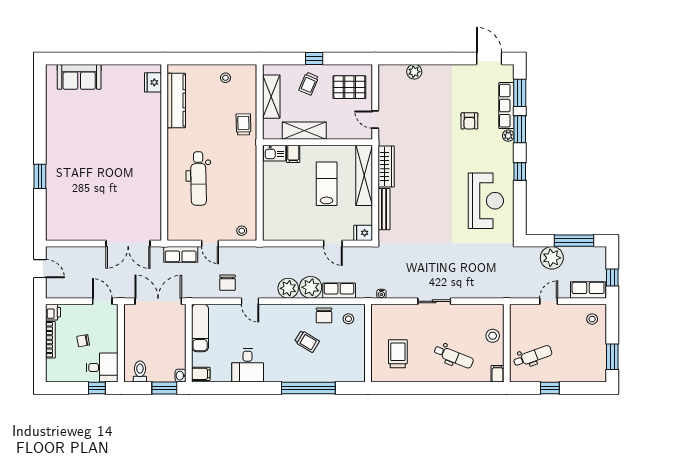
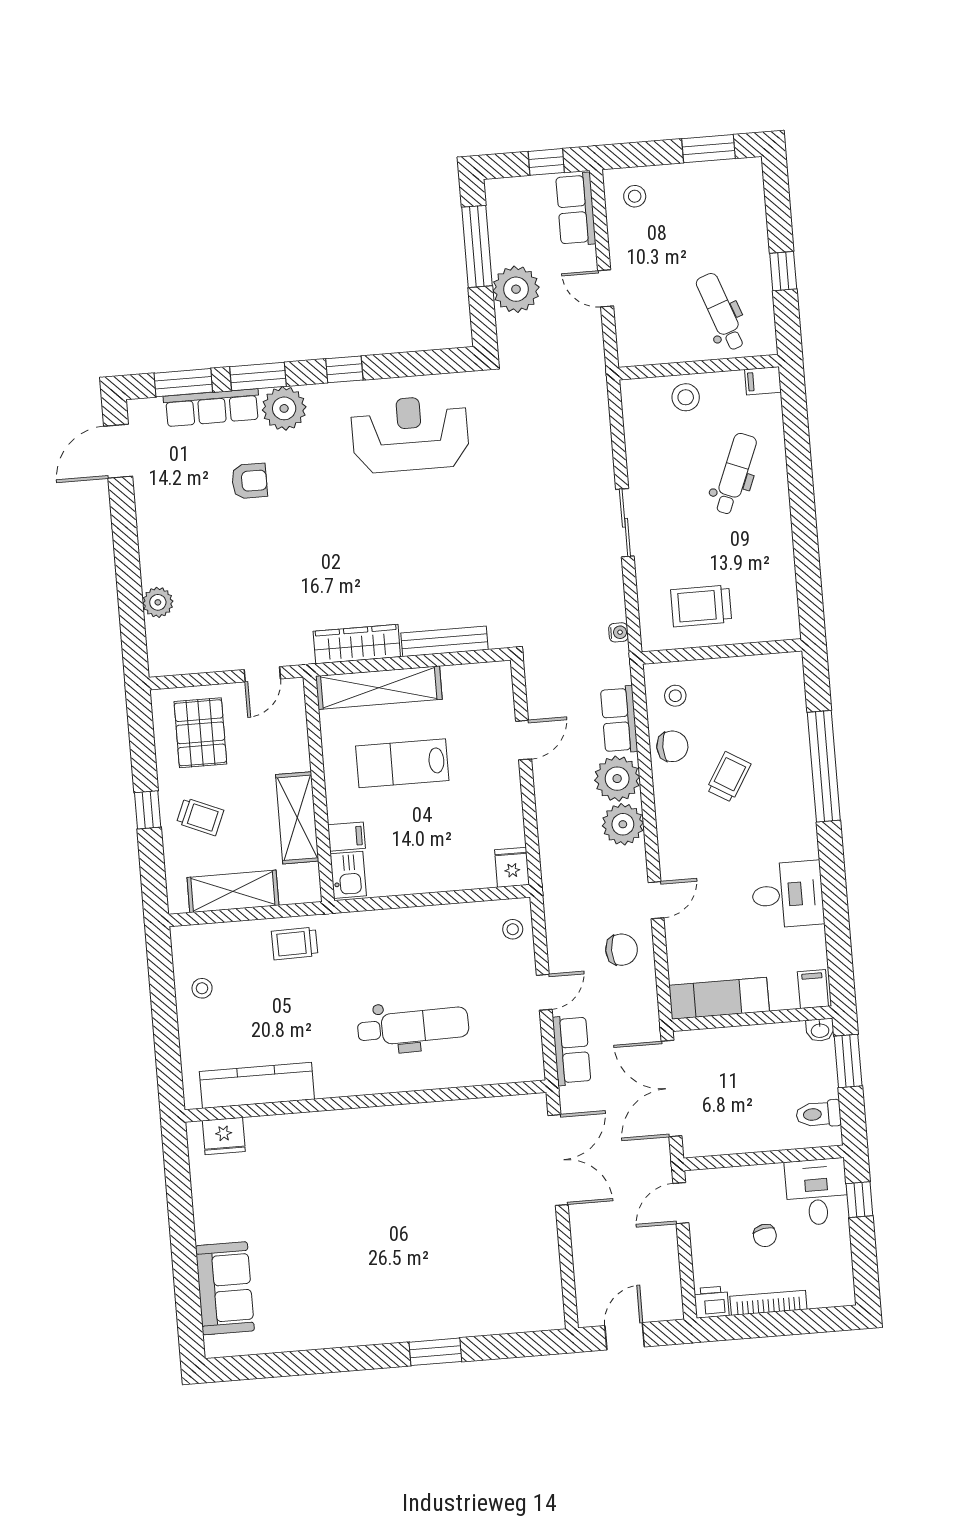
plant: (508, 136) -> (284, 408), width x1.88, depth x1.88
fridge: (363, 233) -> (512, 867), moved, turned 180
trolley: (398, 354) -> (701, 606), moved

